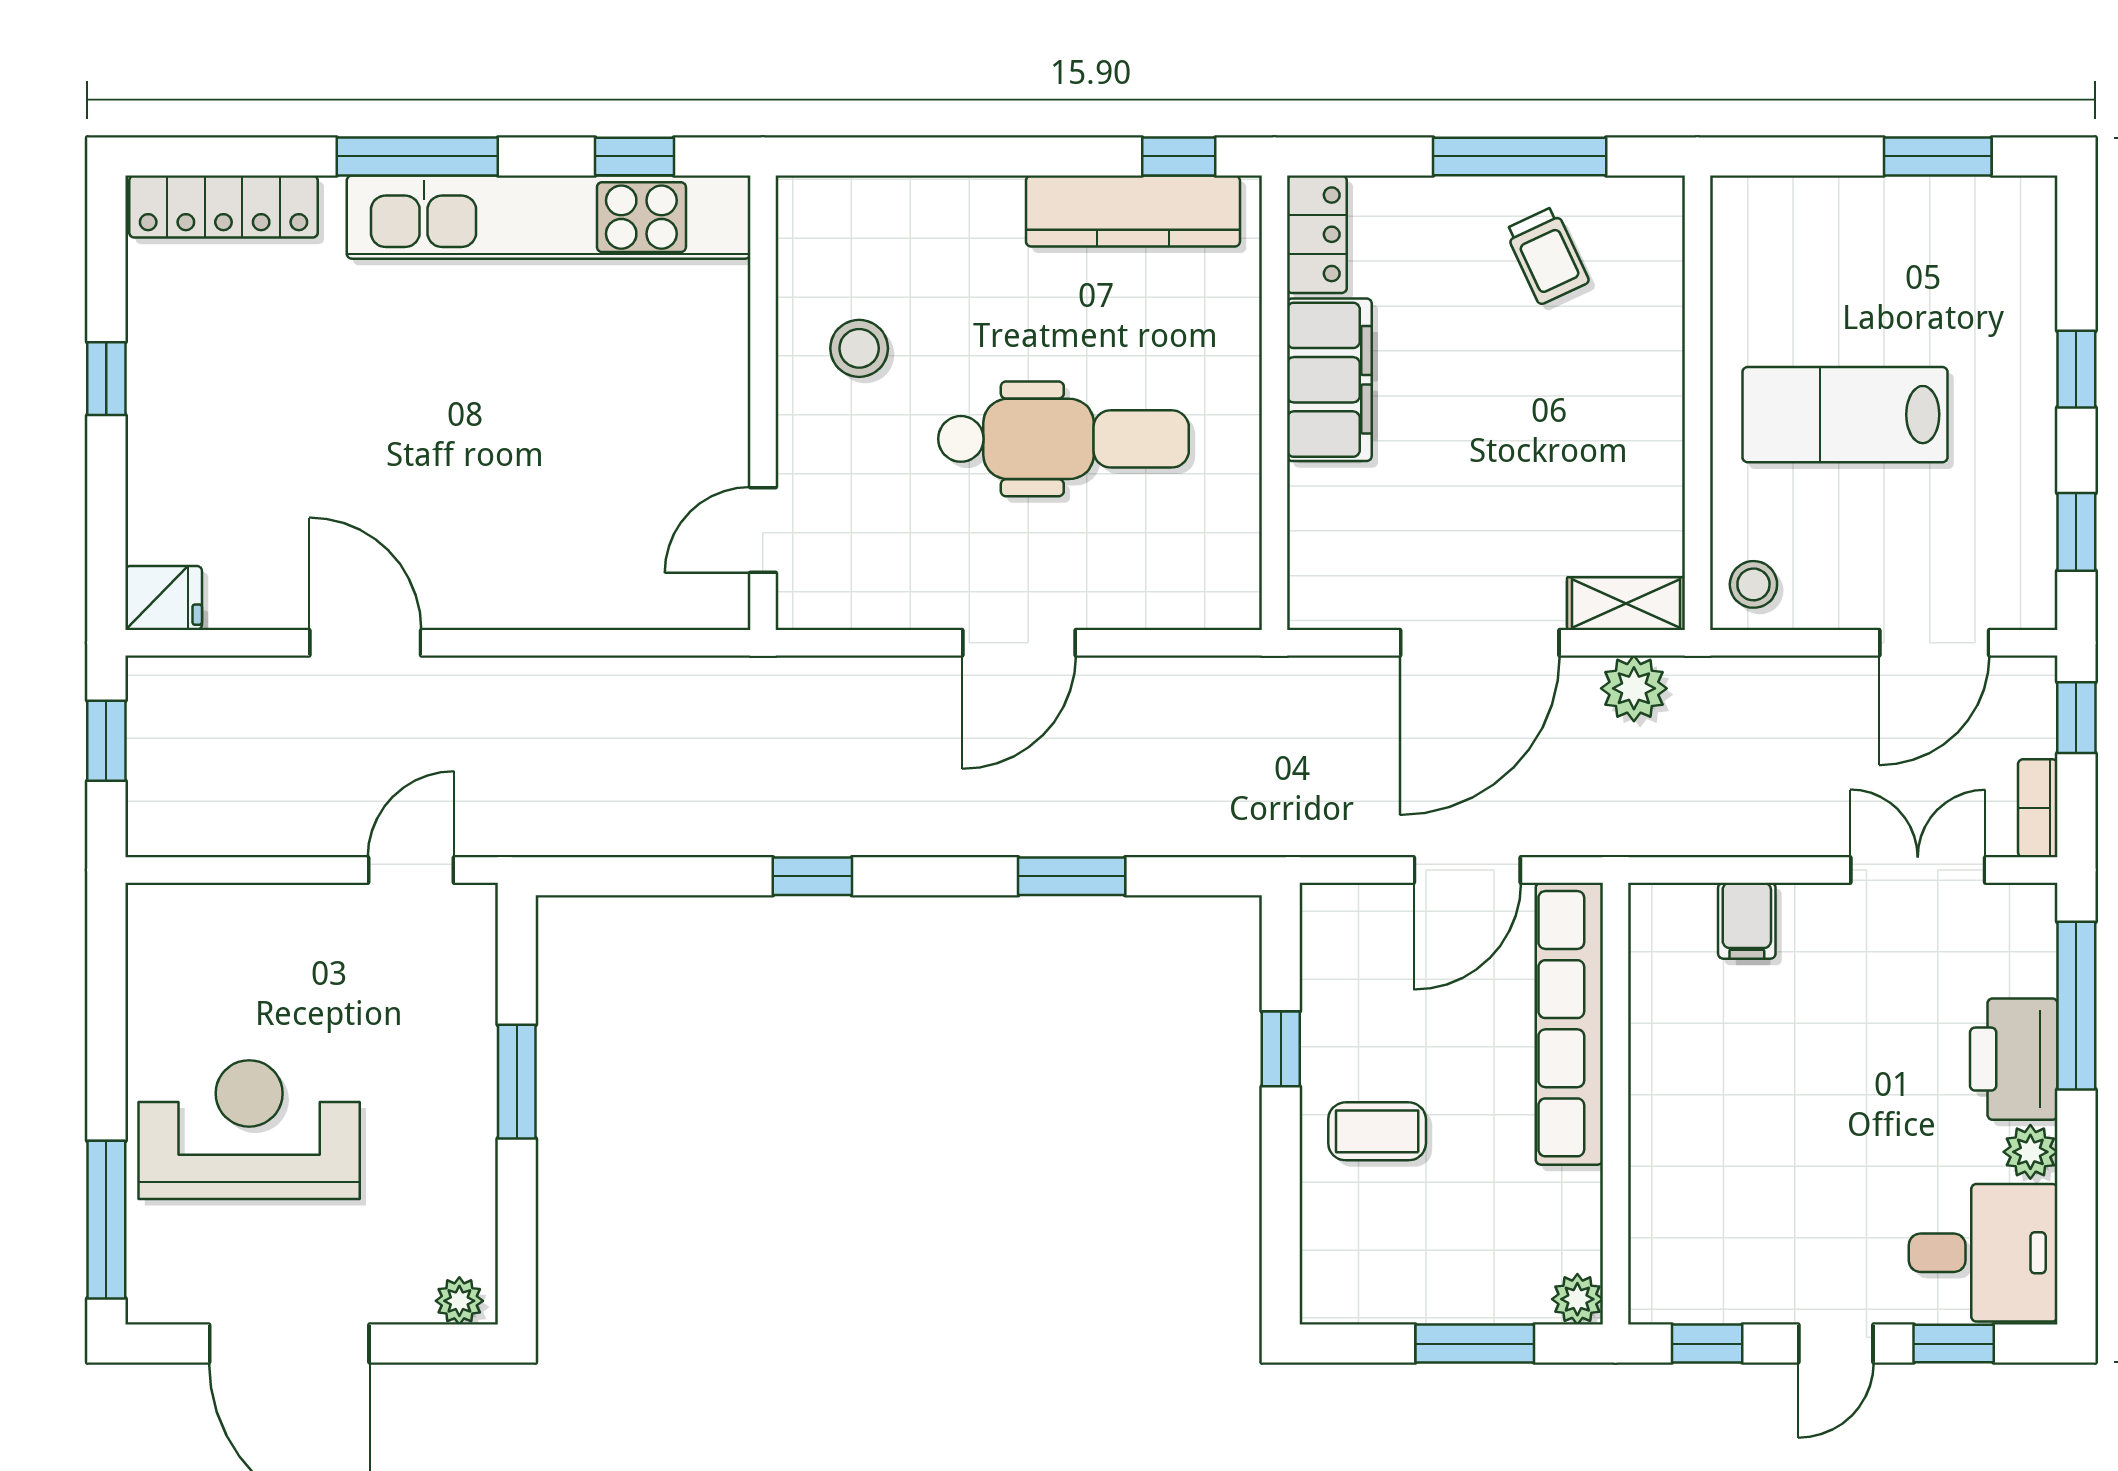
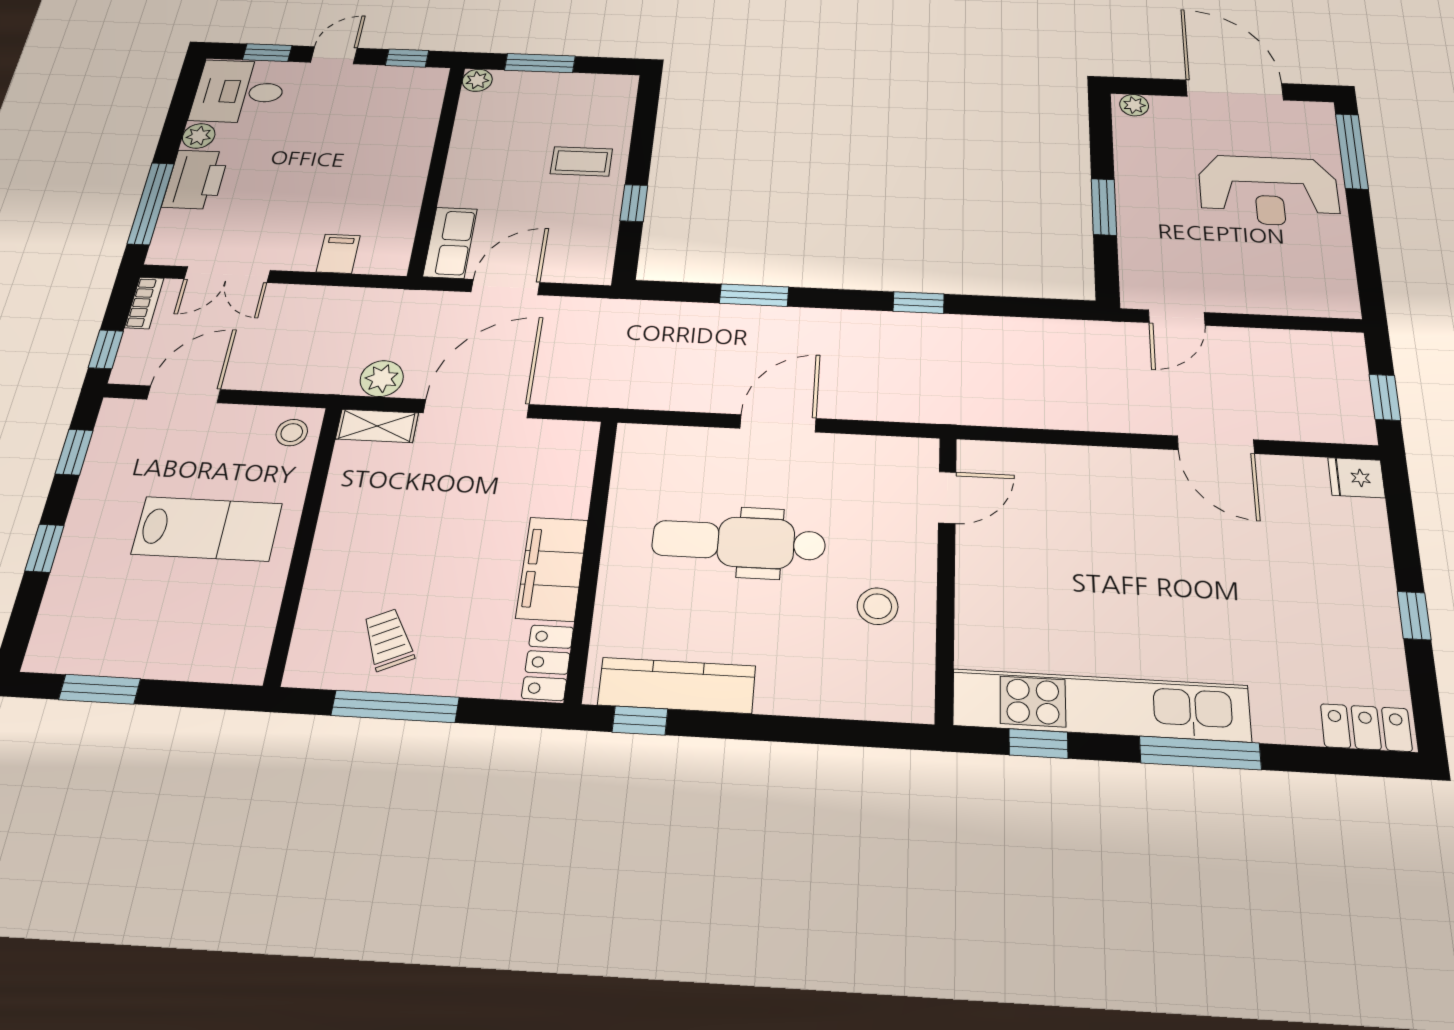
locker: (223, 207) -> (1366, 728), width x0.66
row of seats: (1569, 1024) -> (450, 243), width x0.50

